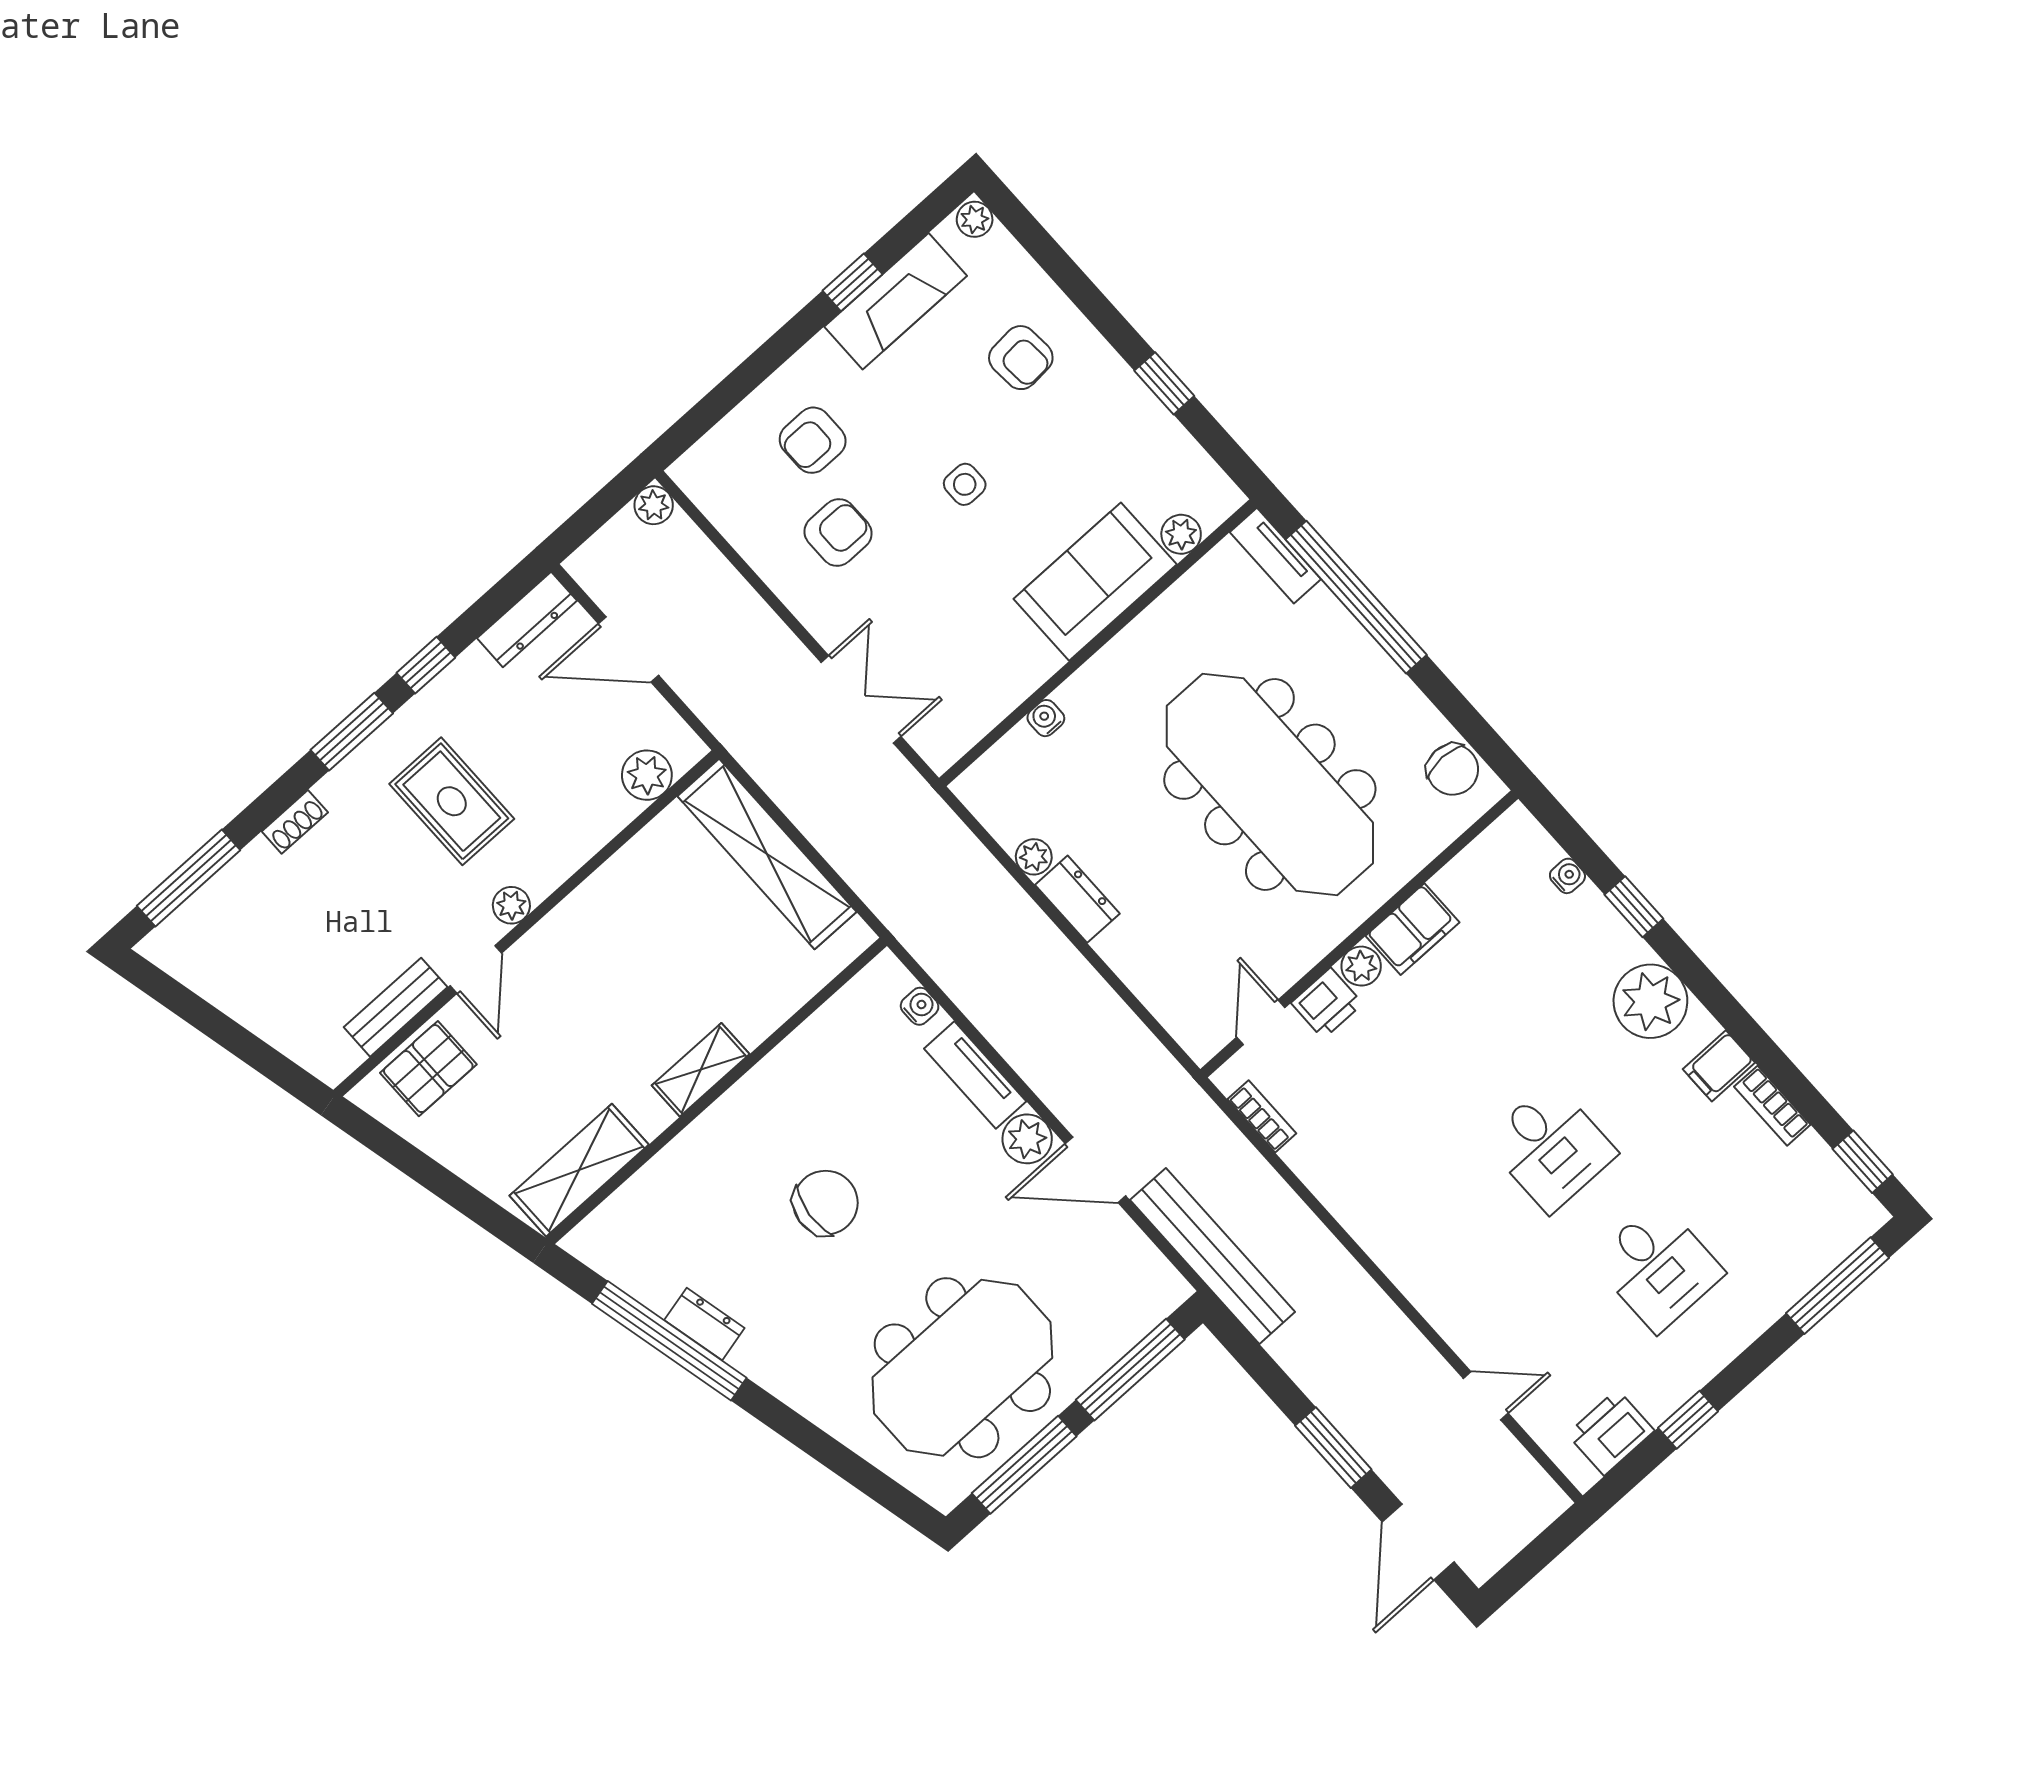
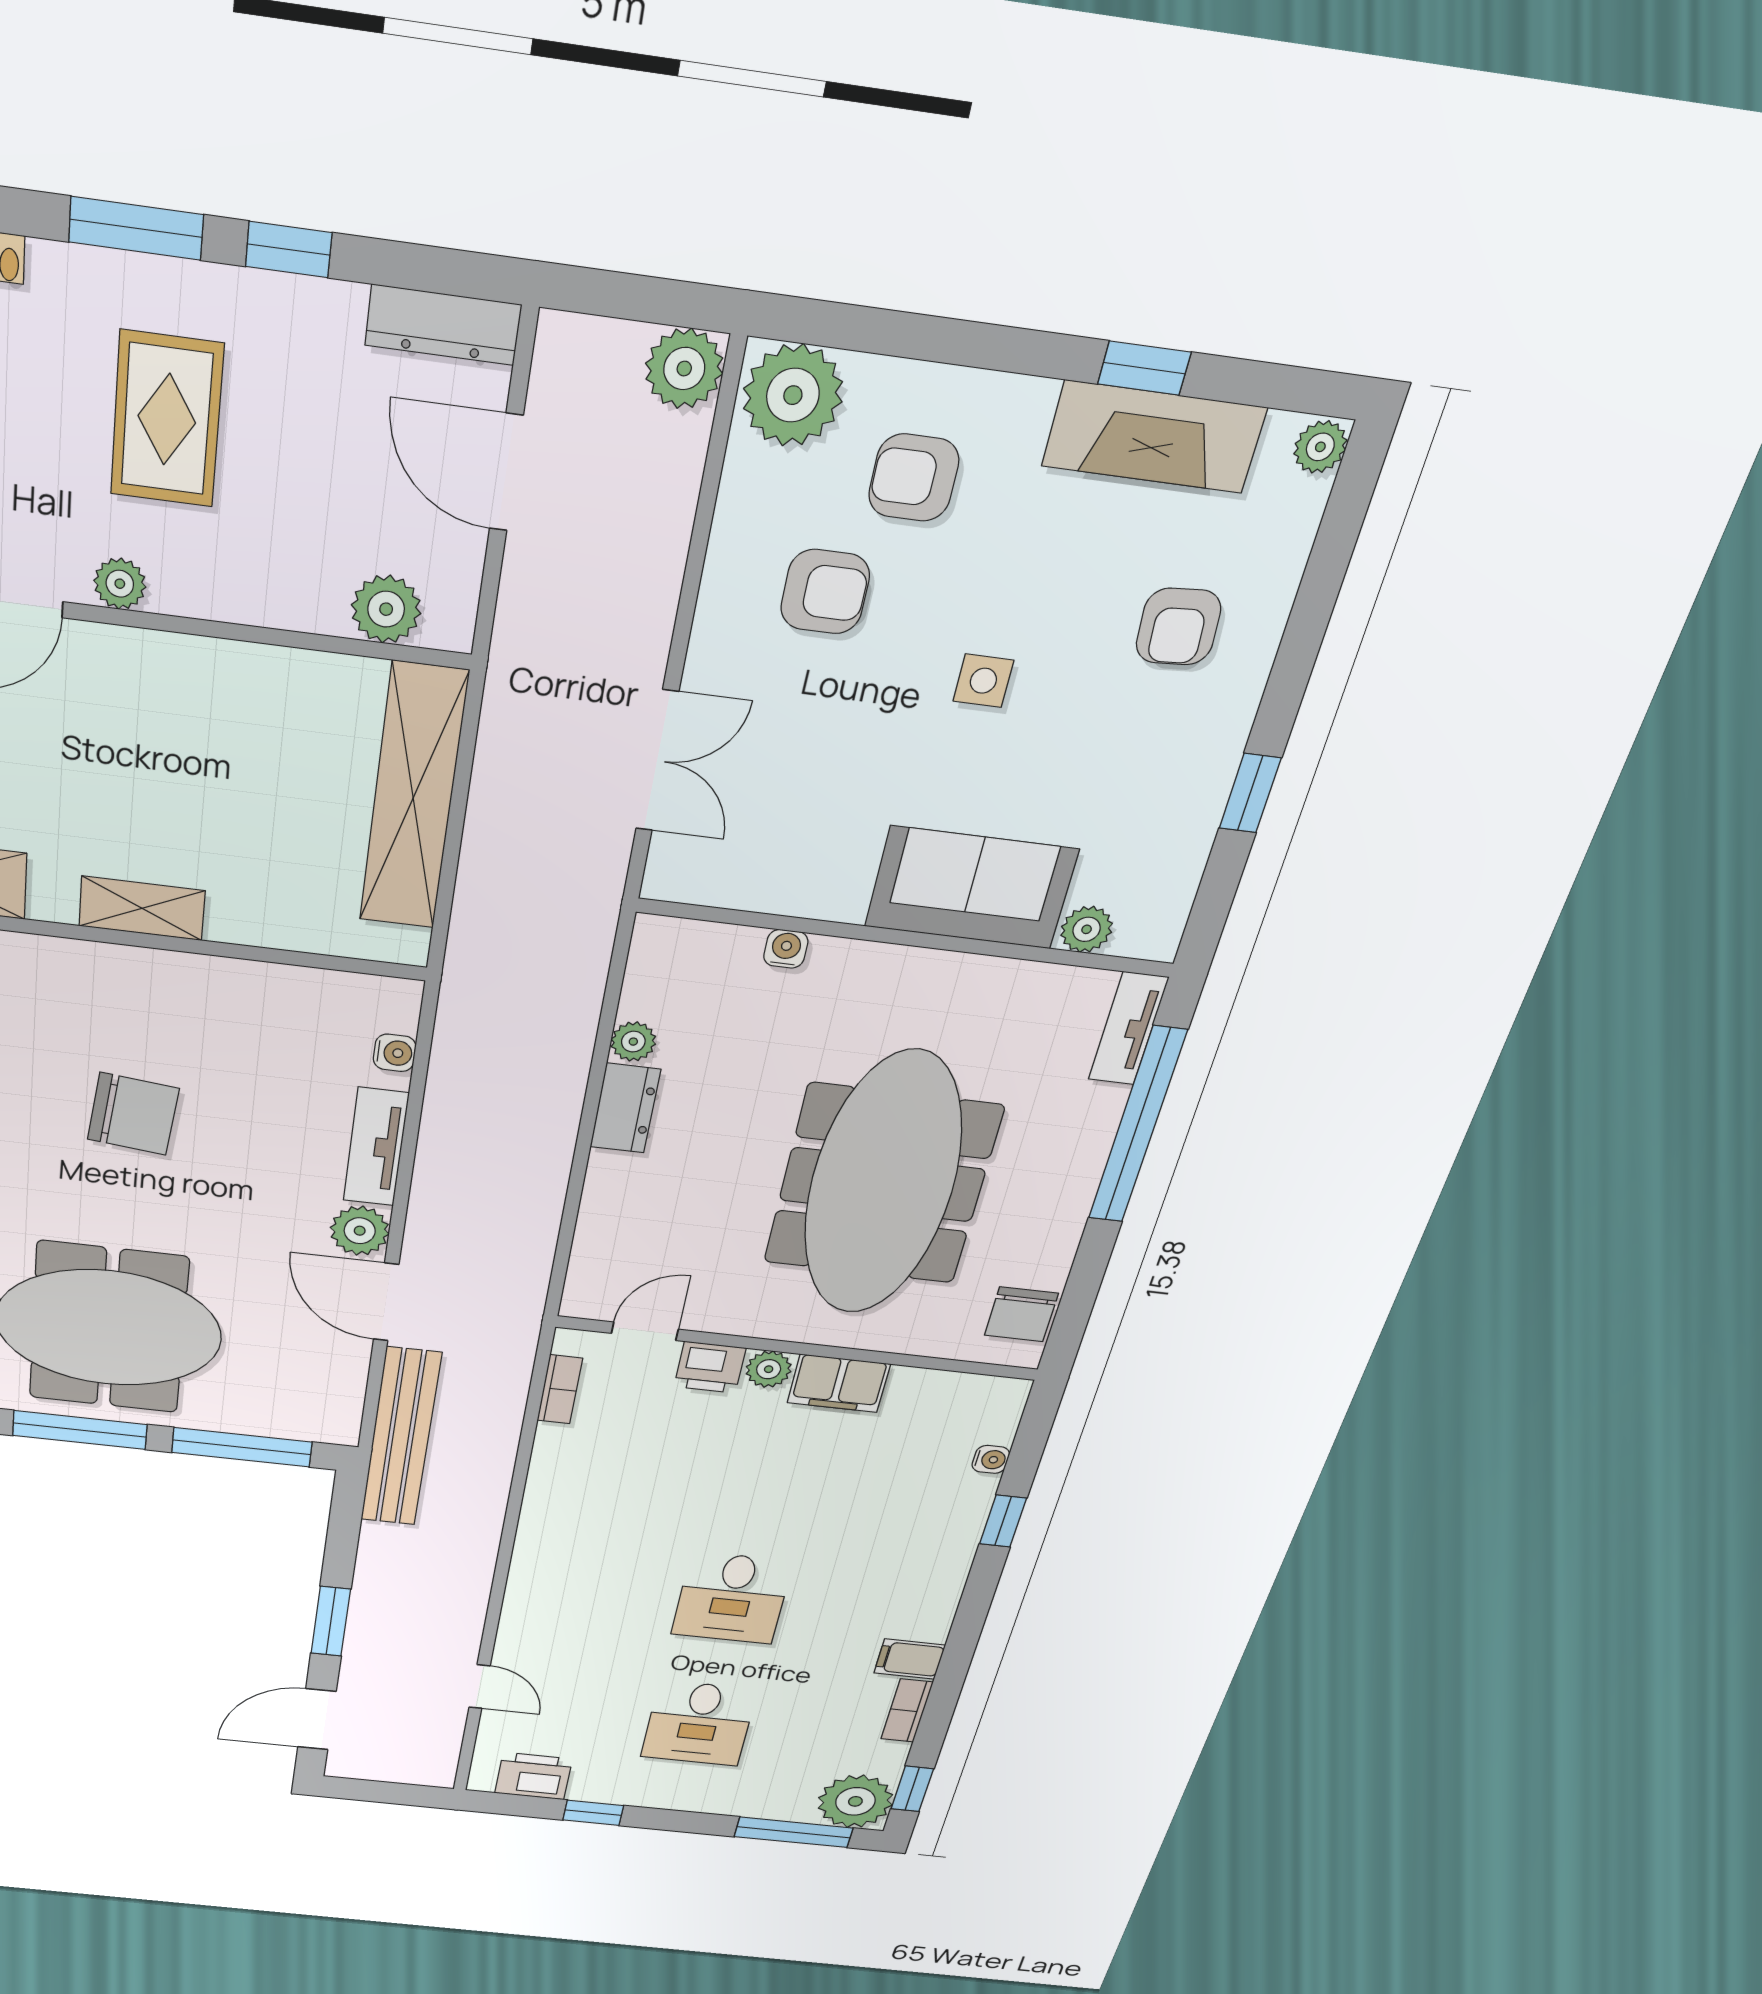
plant: (714, 470) -> (793, 395), added
plant: (654, 505) -> (684, 369), width x1.38, depth x1.38
plant: (1650, 1001) -> (855, 1801), moved

